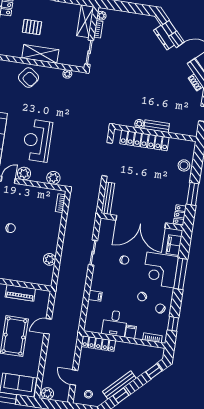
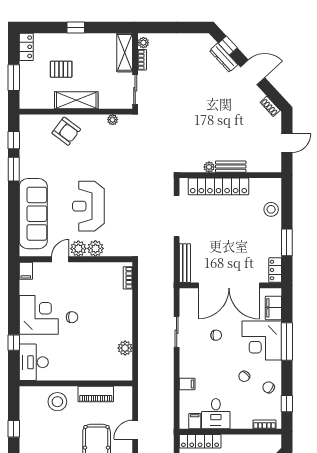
plant: (53, 178) -> (95, 248), moved
filing cabinet: (131, 332) -> (195, 421), moved

